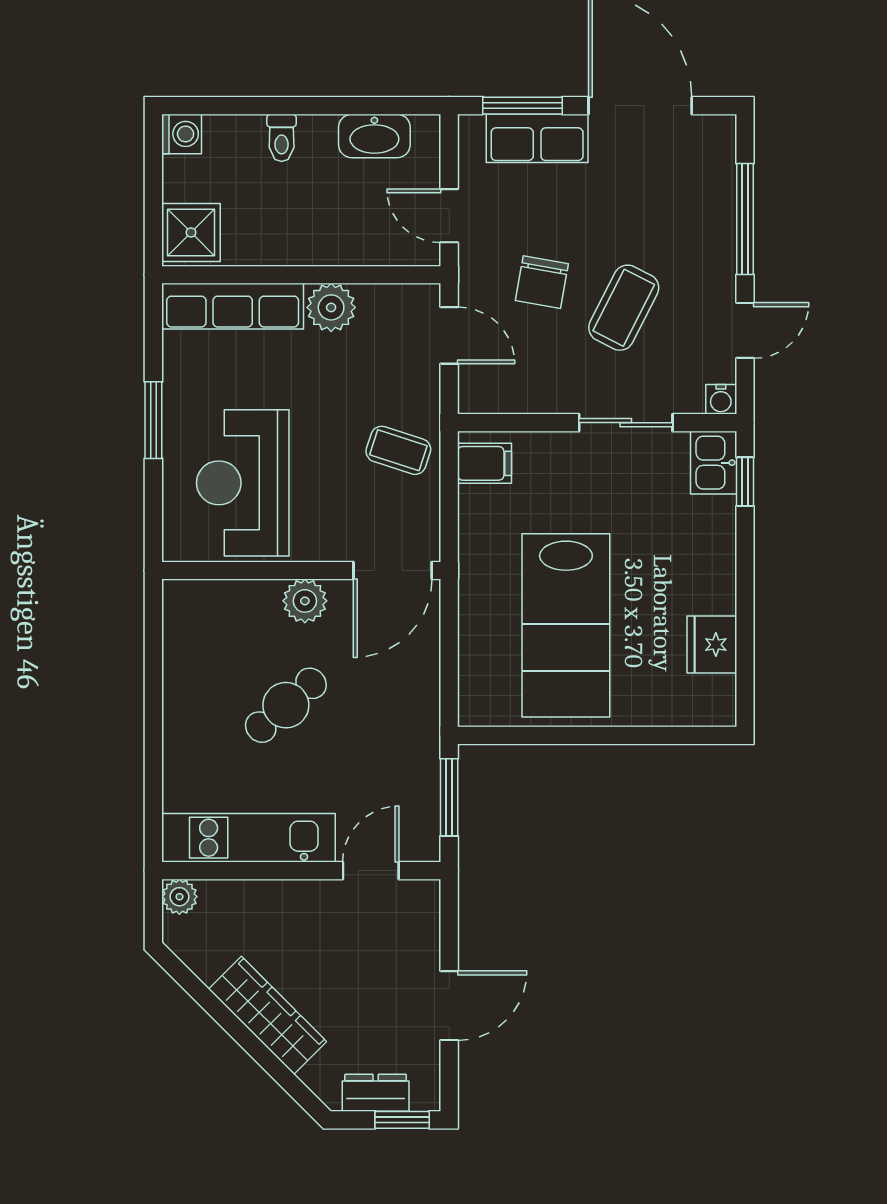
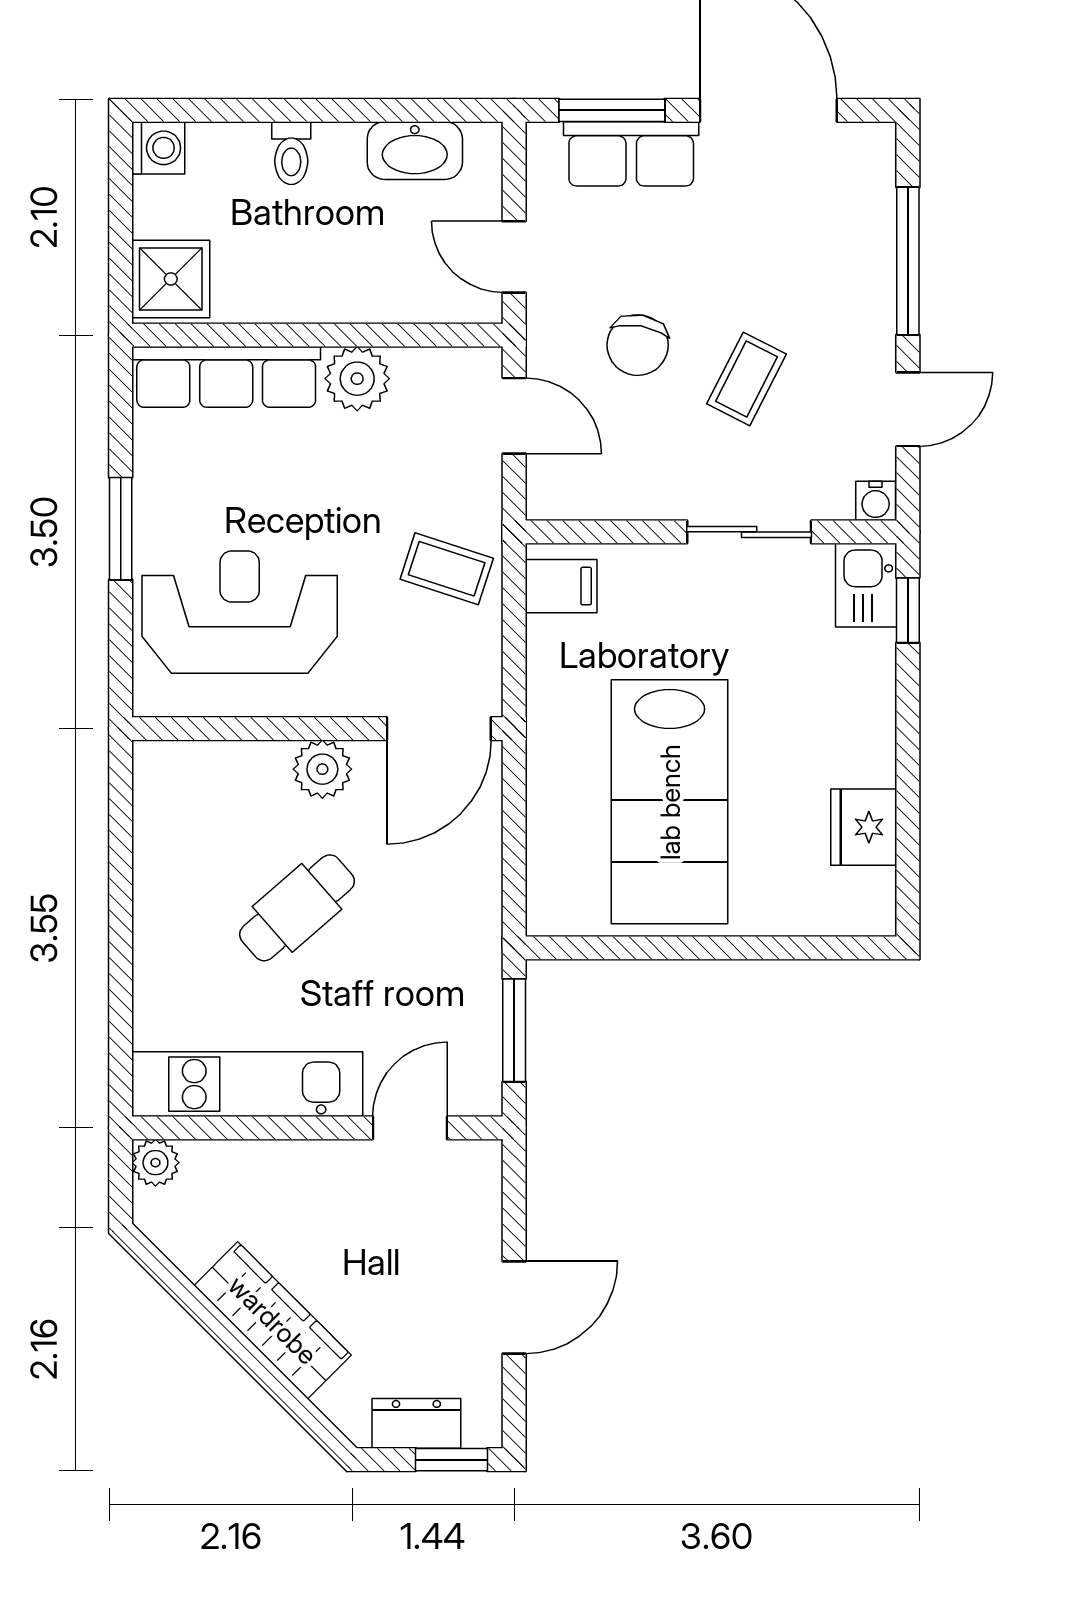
coffee table: (624, 308) -> (747, 379), width x0.73, depth x0.77
reception desk: (243, 483) -> (240, 612), turned 90

